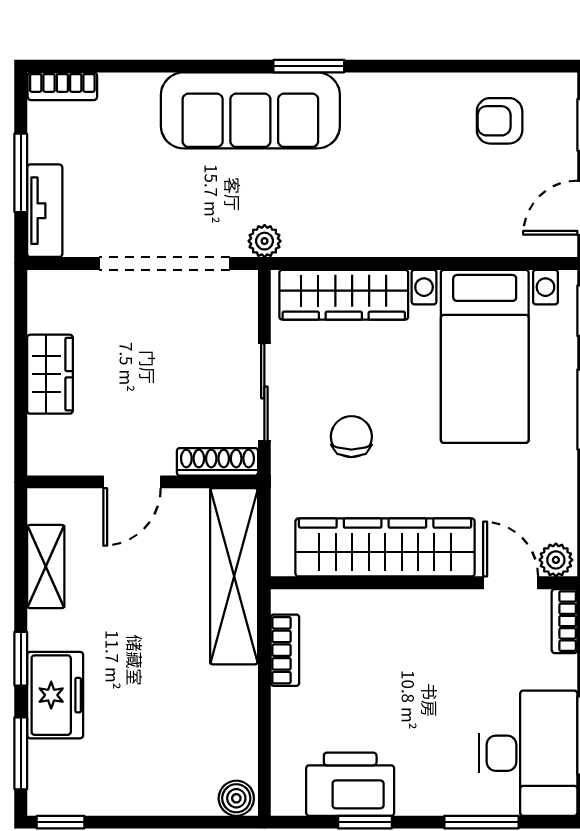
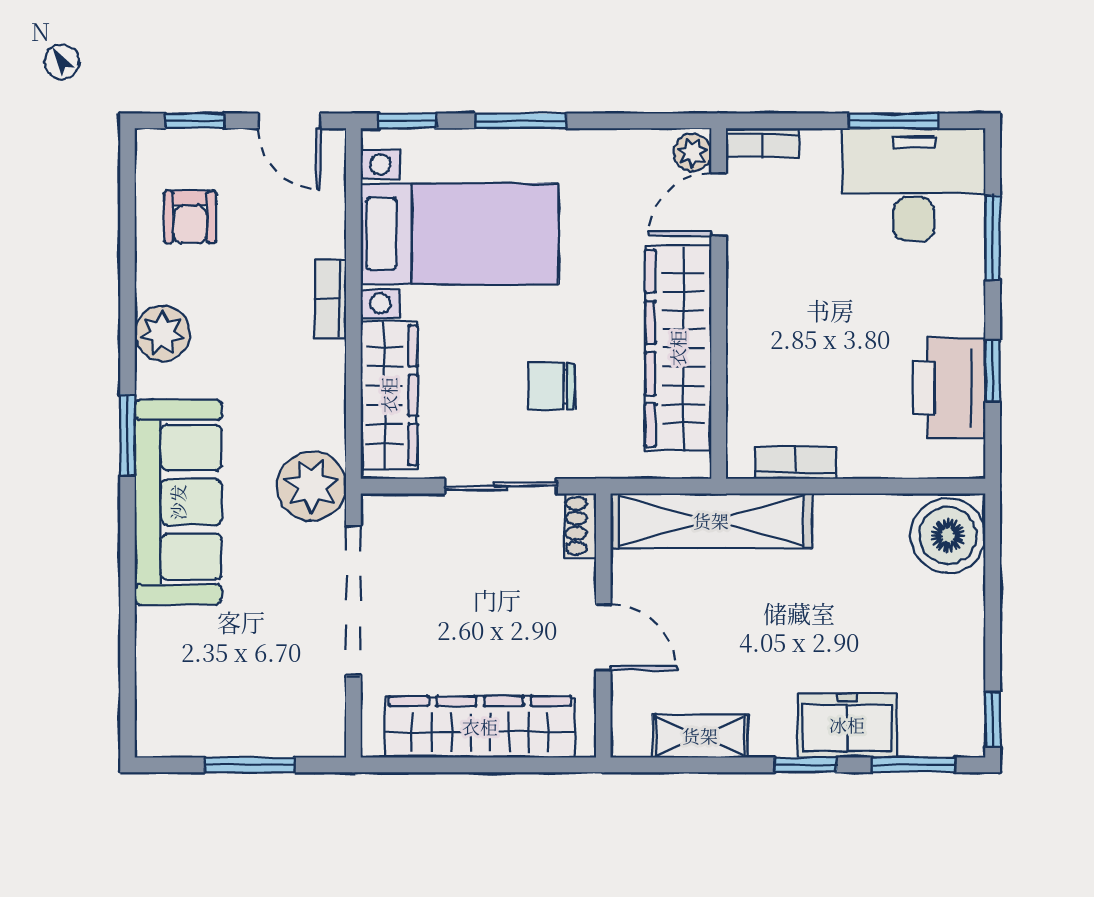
bookcase: (62, 86) -> (330, 299), moved, turned 180
plant: (398, 97) -> (162, 333), added
tv unit: (45, 211) -> (293, 737), removed
plant: (265, 241) -> (312, 486), width x1.88, depth x1.88
wardrobe: (50, 374) -> (480, 727), width x2.10, depth x1.17
shoe rack: (217, 462) -> (580, 526), width x0.70
boiler: (236, 798) -> (948, 536), width x1.86, depth x1.86

